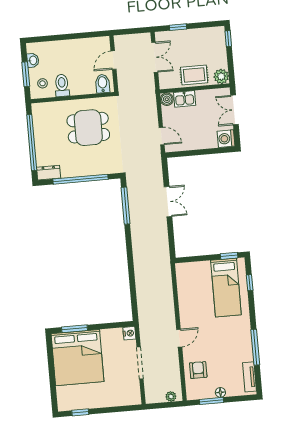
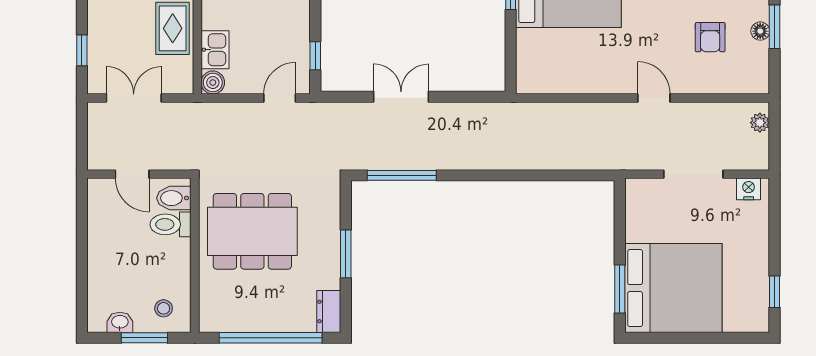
toilet: (62, 85) -> (171, 224), moved
dining table: (88, 128) -> (252, 231), width x1.37
window: (186, 153) -> (315, 56), added
window: (81, 179) -> (346, 254), width x0.47
nightstand: (129, 333) -> (749, 189), moved
armchair: (198, 370) -> (710, 37), moved, turned -90
window: (211, 401) -> (775, 27), moved

